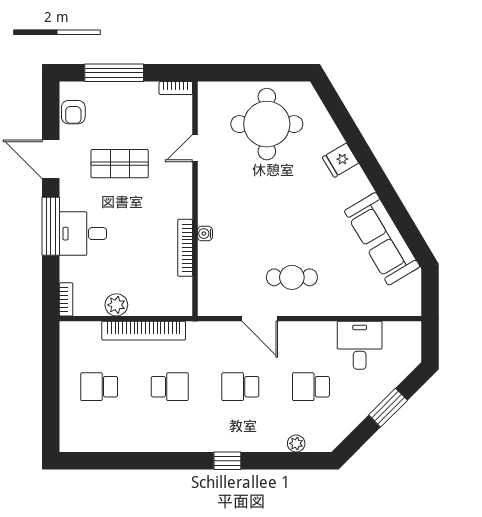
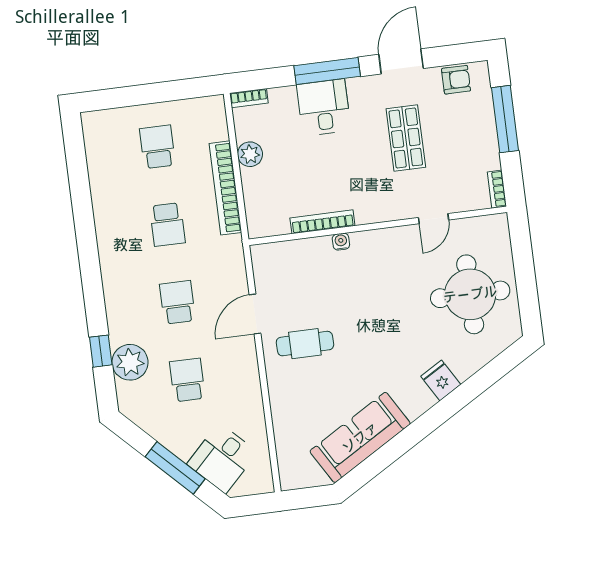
armchair: (73, 112) -> (456, 80), turned 180
door: (195, 148) -> (434, 219), swing flipped
cafe table: (292, 277) -> (305, 344), turned 90
desk: (360, 345) -> (222, 458), moved, turned 135
window: (388, 408) -> (175, 468), width x1.44
plant: (296, 443) -> (130, 362), width x1.88, depth x1.88
window: (227, 461) -> (101, 351), moved

